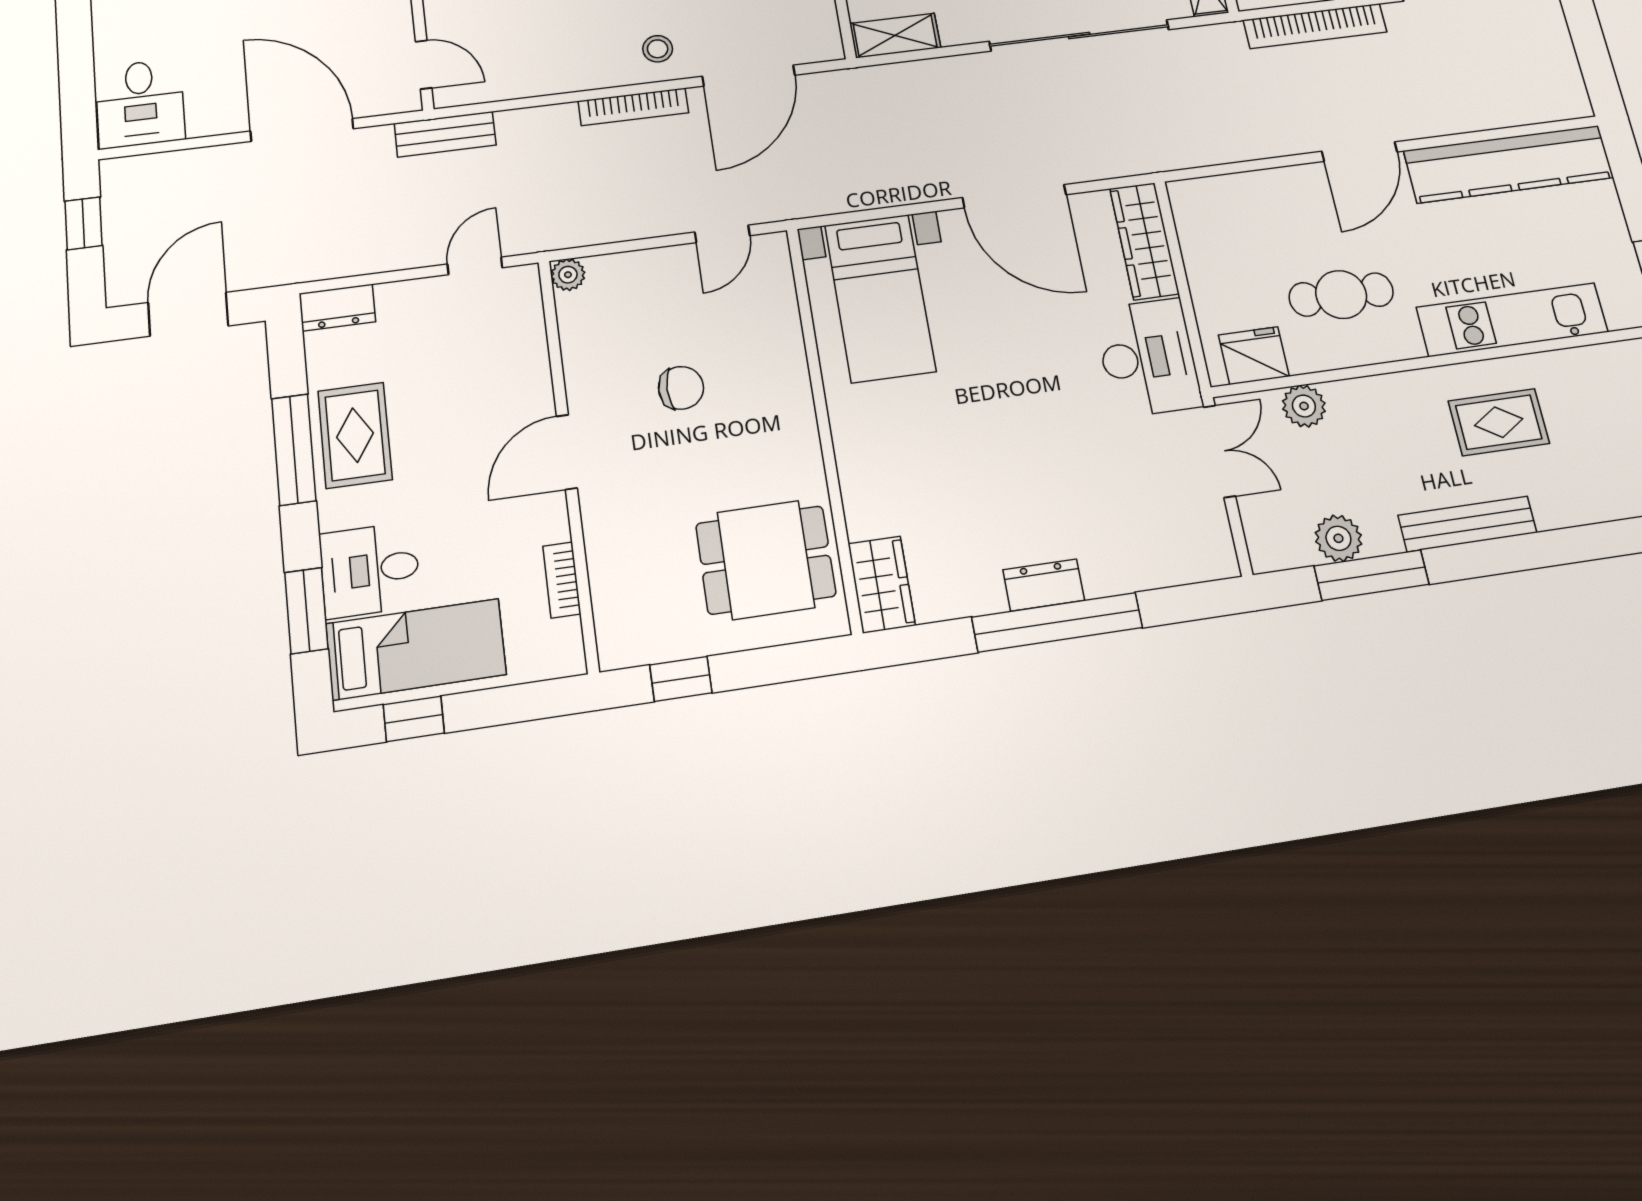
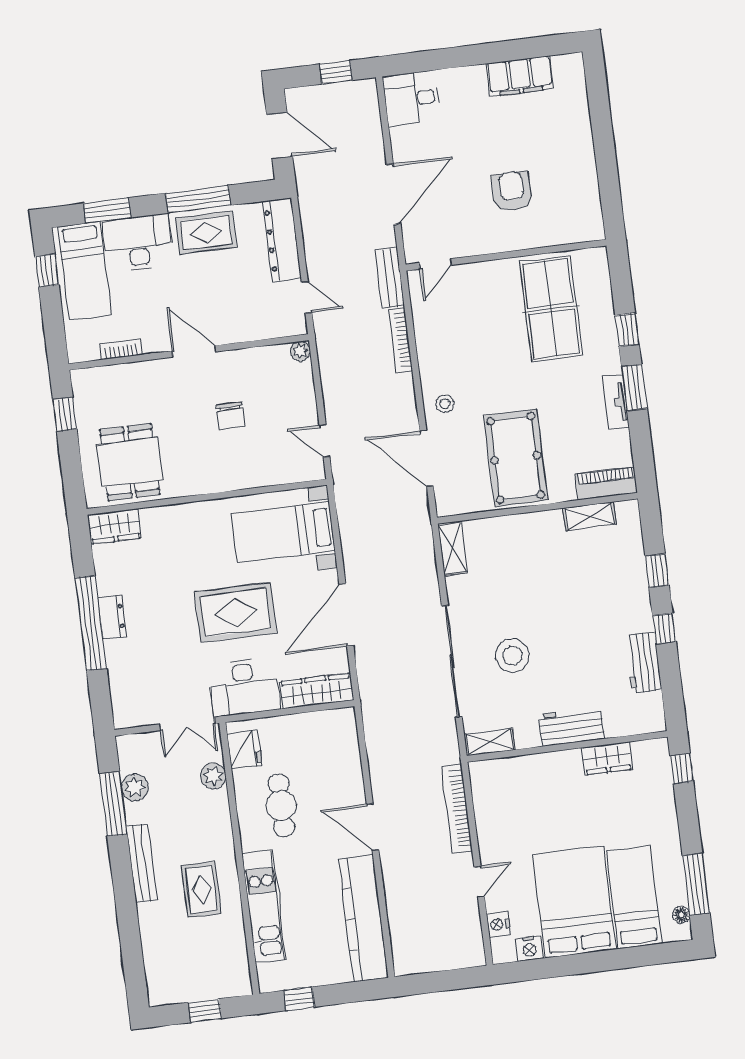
bookcase: (633, 107) -> (401, 340), moved
dresser: (337, 308) -> (282, 240), width x1.96, depth x1.24
rug: (1022, 374) -> (235, 612), added
desk: (370, 570) -> (138, 243), width x1.37

